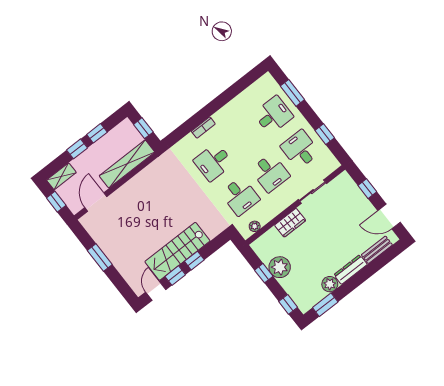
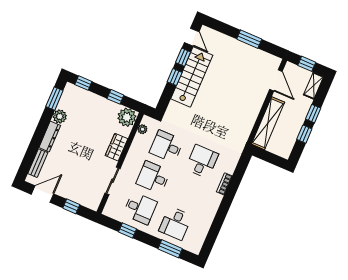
window: (143, 128) -> (271, 158), removed
plant: (280, 267) -> (127, 117), moved

